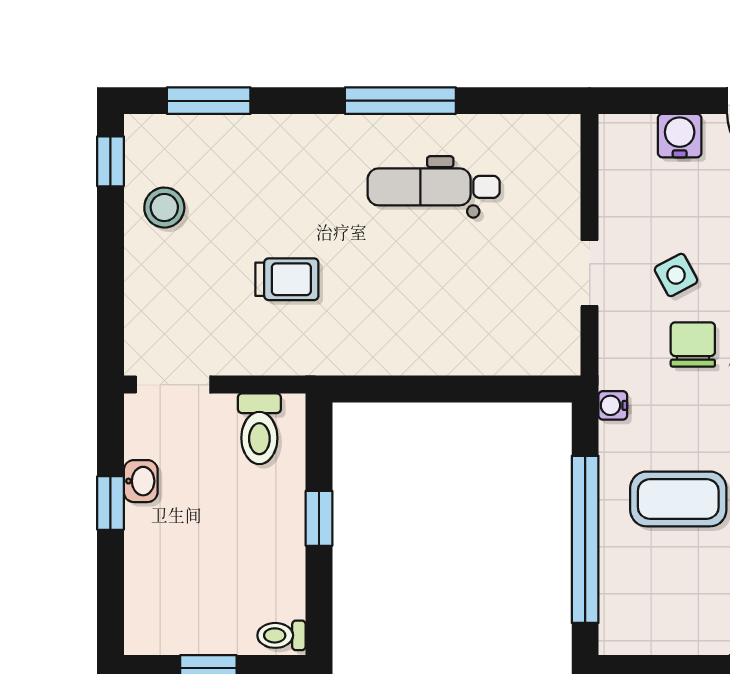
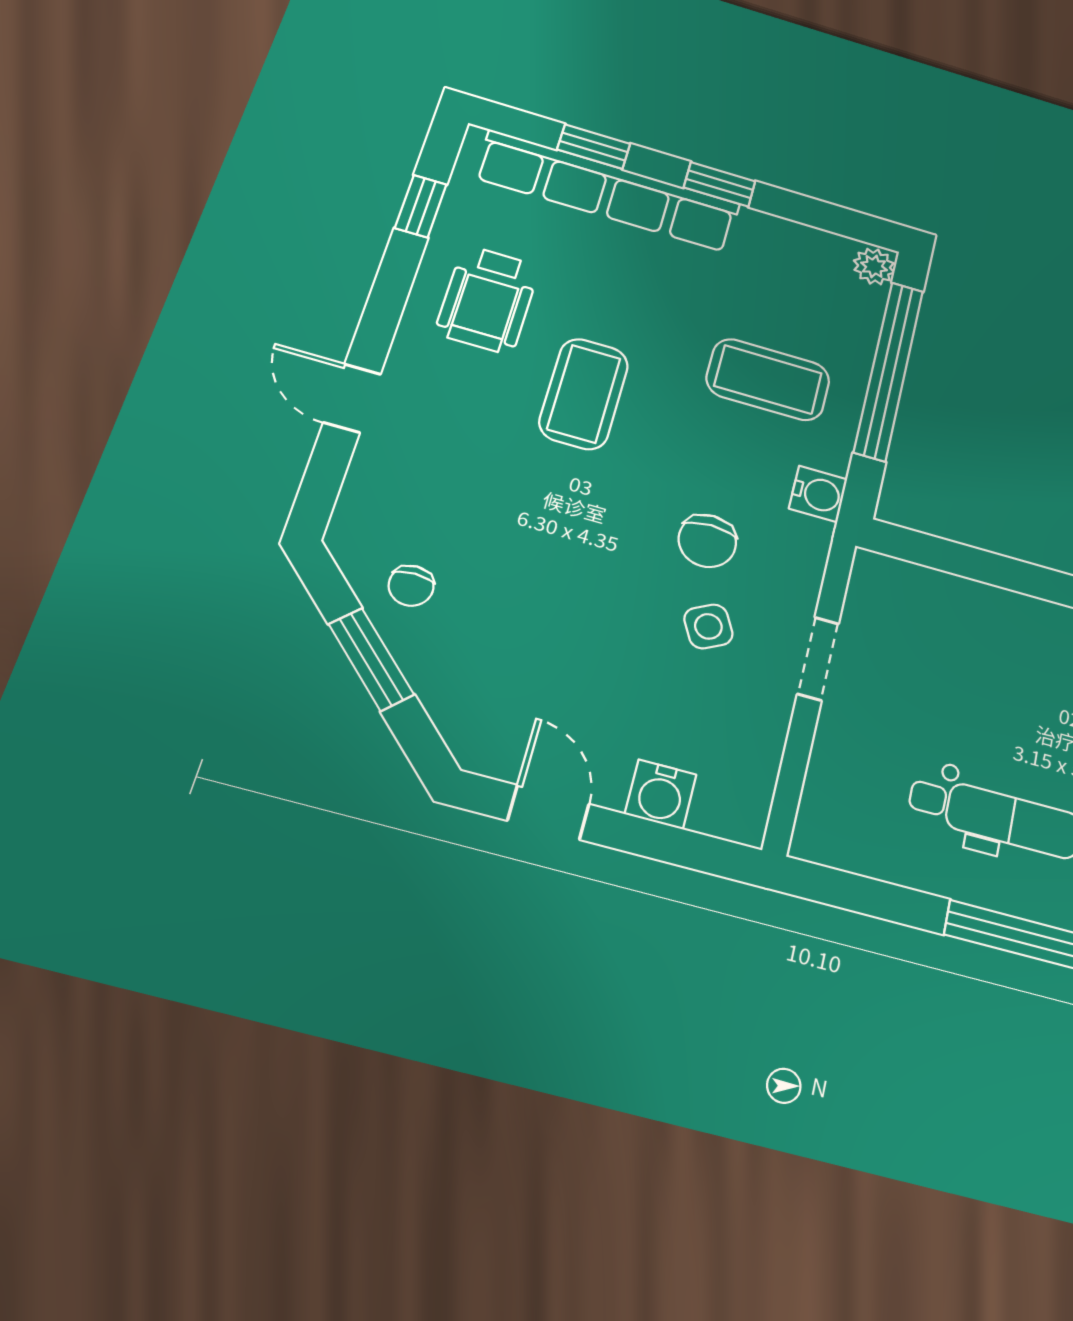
water cooler: (613, 405) -> (818, 494), width x1.38, depth x1.38
plant: (616, 634) -> (874, 266), added

